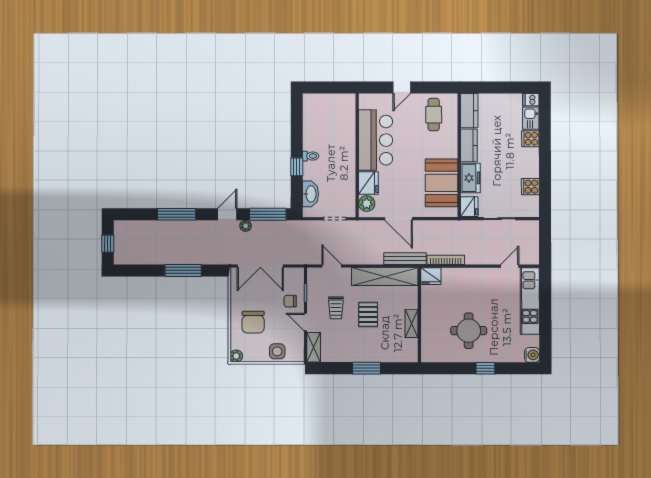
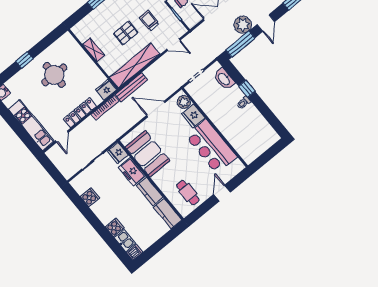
plant: (246, 226) -> (243, 25), width x1.87, depth x1.87
locker: (474, 275) -> (80, 113), added
pallet: (368, 315) -> (126, 33), turned 90

